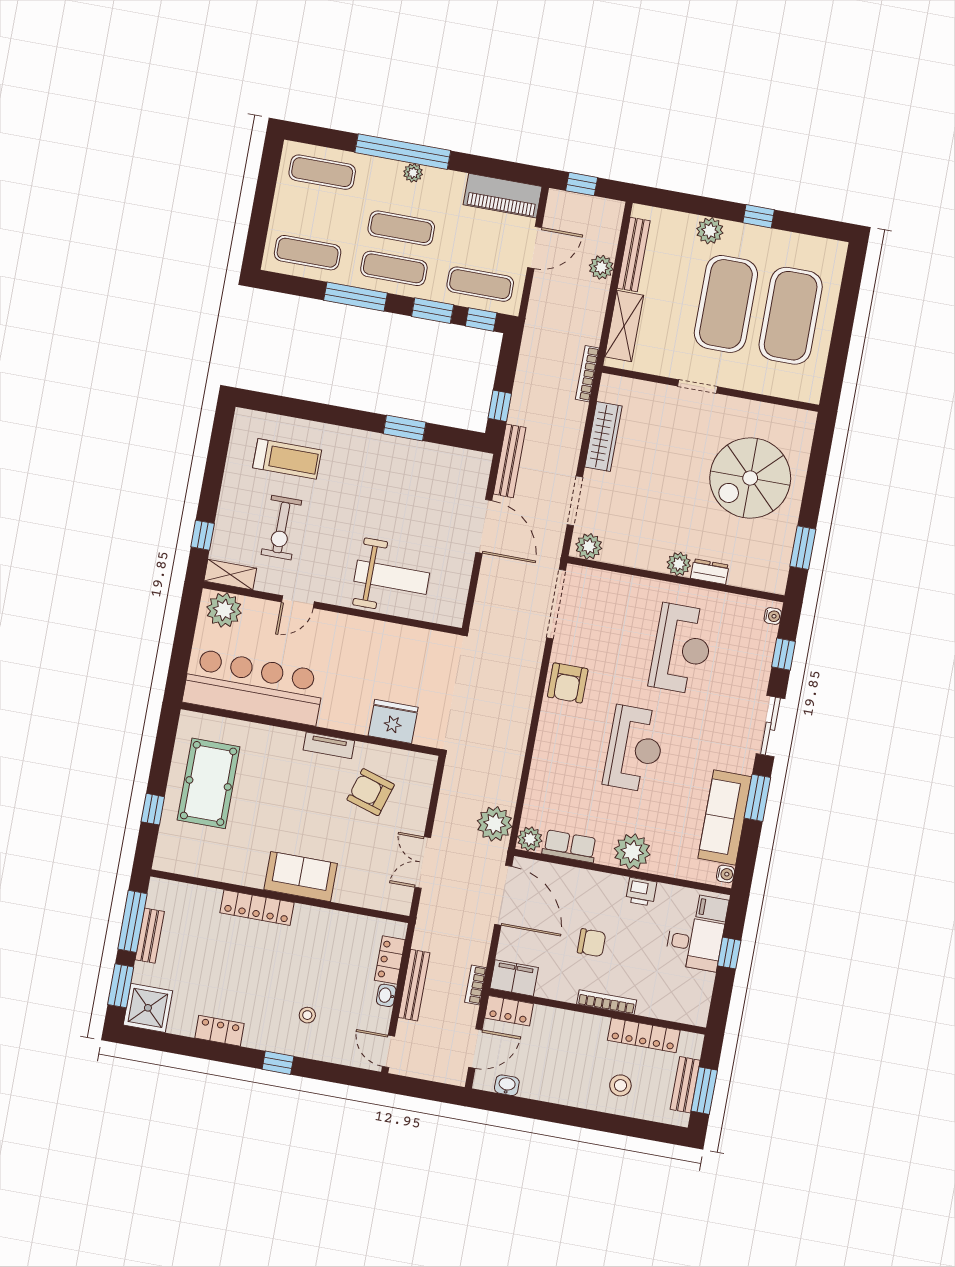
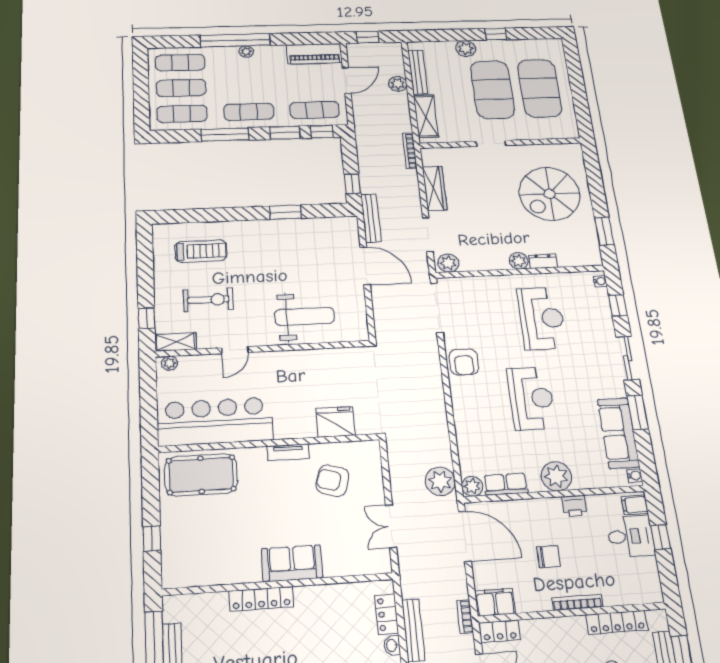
exercise mat: (401, 228) -> (181, 88), moved
exercise bike: (281, 528) -> (208, 300), turned -90
plant: (224, 610) -> (170, 363), width x0.53, depth x0.53
pool table: (209, 783) -> (201, 475), moved, turned 90

